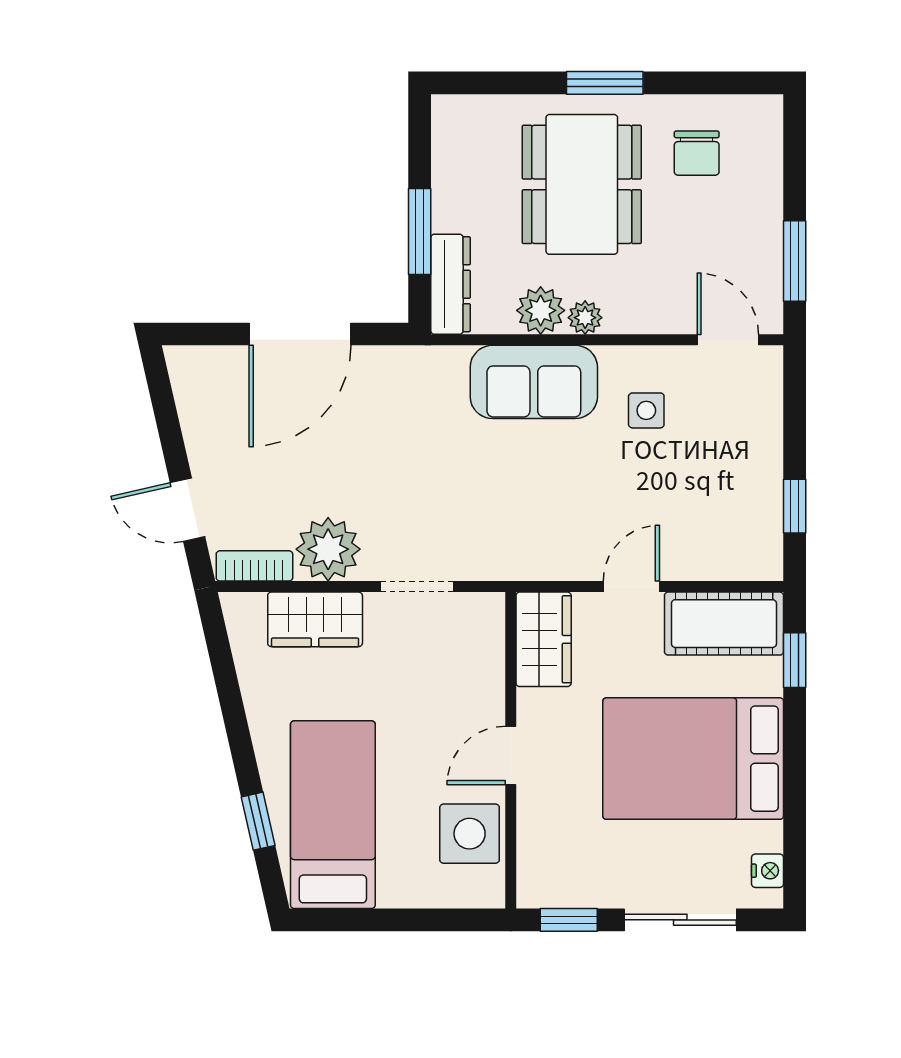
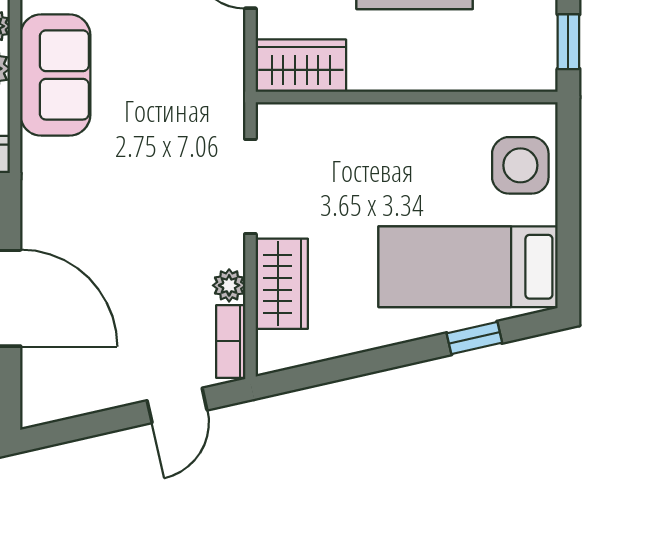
plant: (328, 549) -> (229, 285), width x0.53, depth x0.53
doorway: (417, 587) -> (250, 186), width x1.38
door: (511, 755) -> (412, 97), removed
side table: (470, 834) -> (520, 165), moved

